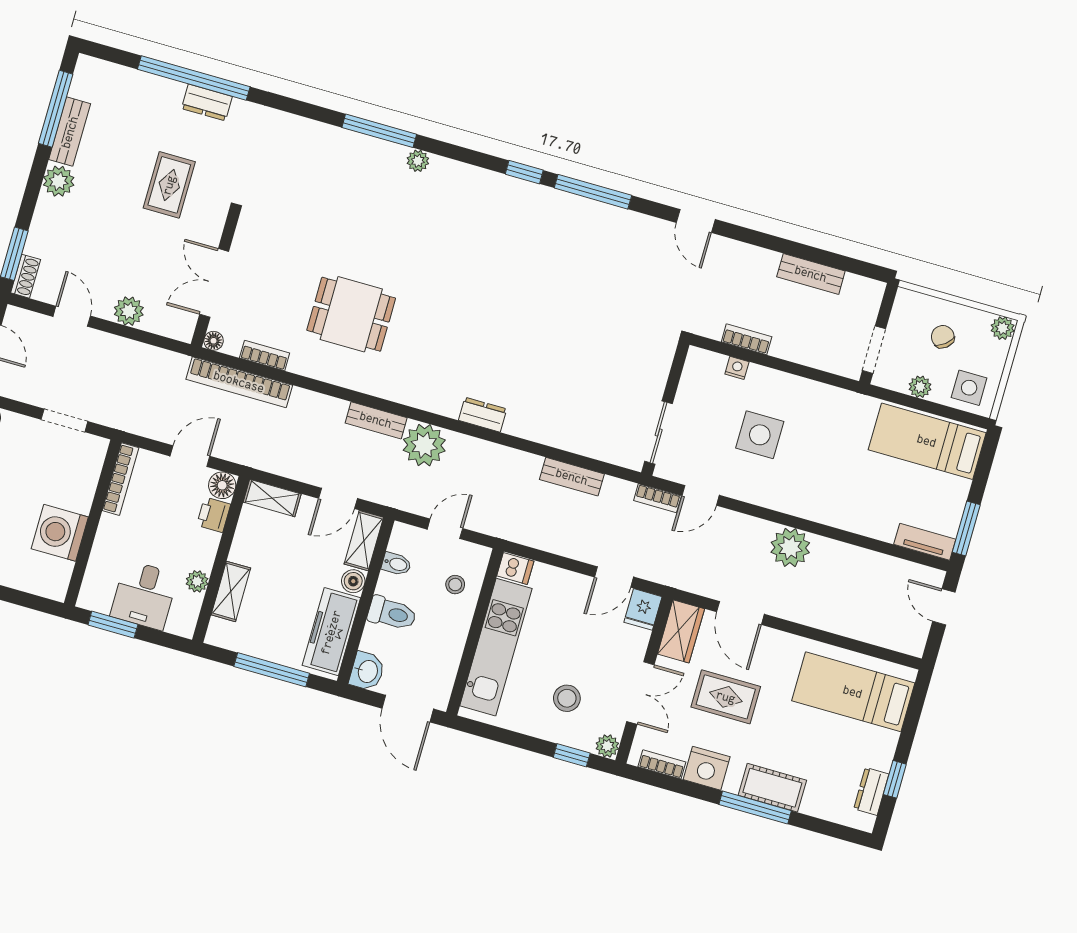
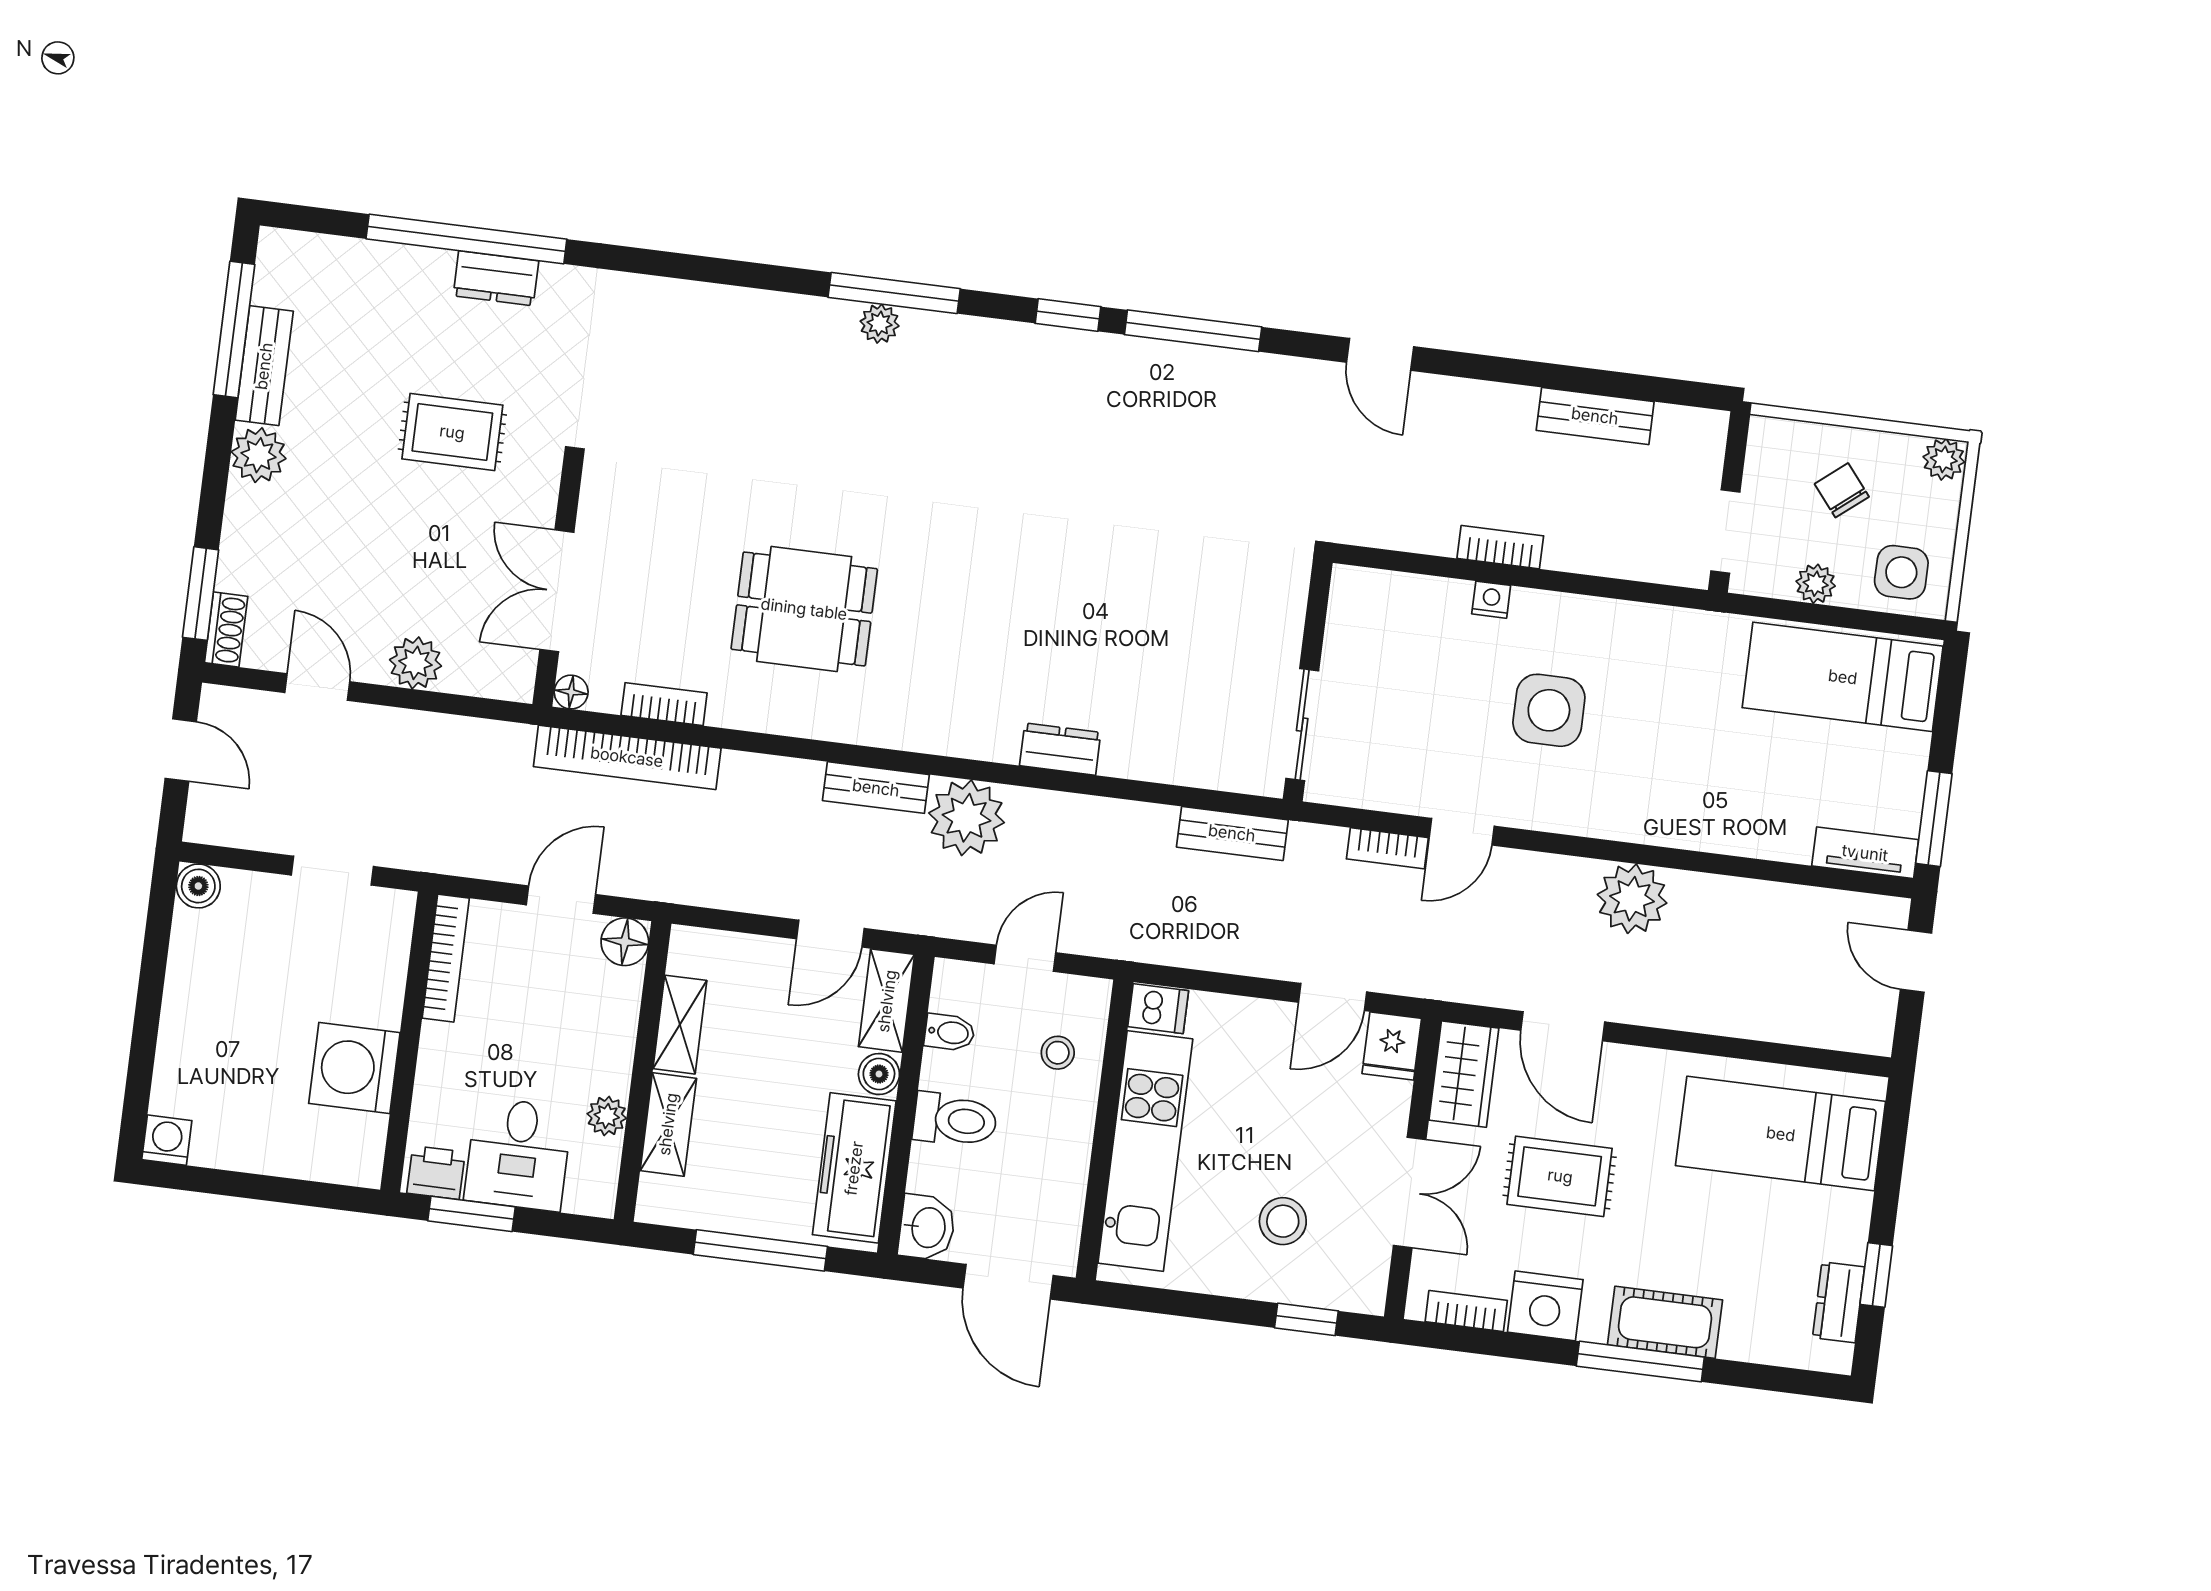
window: (379, 131) -> (894, 293), moved
rug: (169, 185) -> (452, 432), turned 90
wall: (665, 409) -> (1308, 681), moved
sliding door: (659, 433) -> (1302, 725), moved
shelving: (272, 498) -> (680, 1025), moved, turned 90
printer: (214, 515) -> (436, 1173), moved, turned 90
plant: (607, 746) -> (1366, 1294), removed

